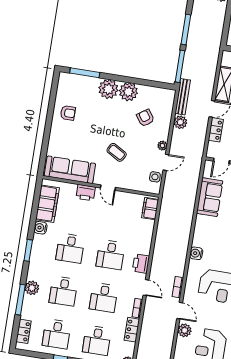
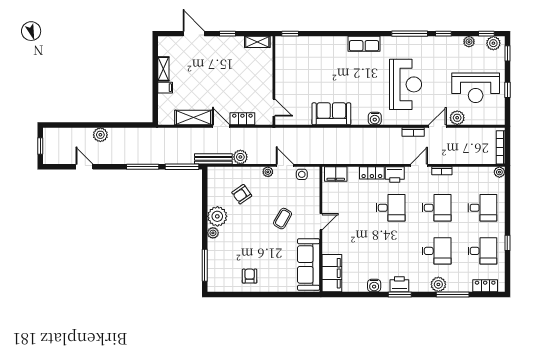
plant: (108, 89) -> (213, 233), width x0.53, depth x0.53
printer: (86, 193) -> (399, 284), moved, turned -90
sofa: (210, 197) -> (331, 114), moved
filing cabinet: (47, 204) -> (332, 273), moved, turned 90
desk: (70, 248) -> (391, 251), removed
locker: (132, 330) -> (372, 173), moved

